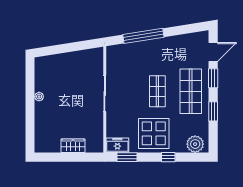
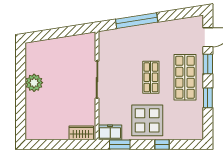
plant: (39, 97) -> (34, 83), width x1.87, depth x1.87
plant: (195, 144) -> (190, 131), removed
wardrobe: (73, 146) -> (81, 133), moved

